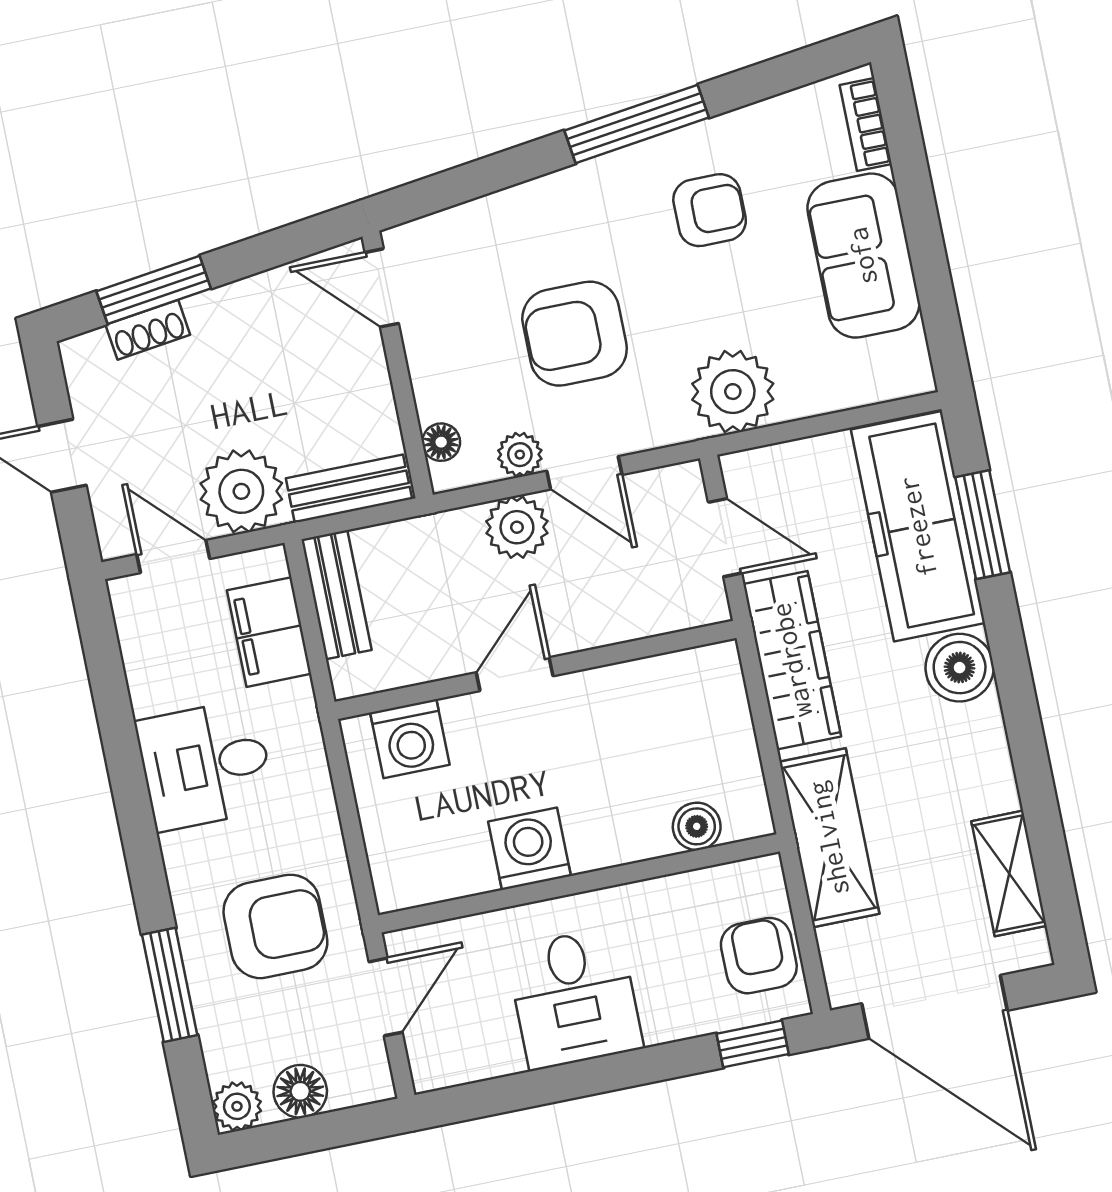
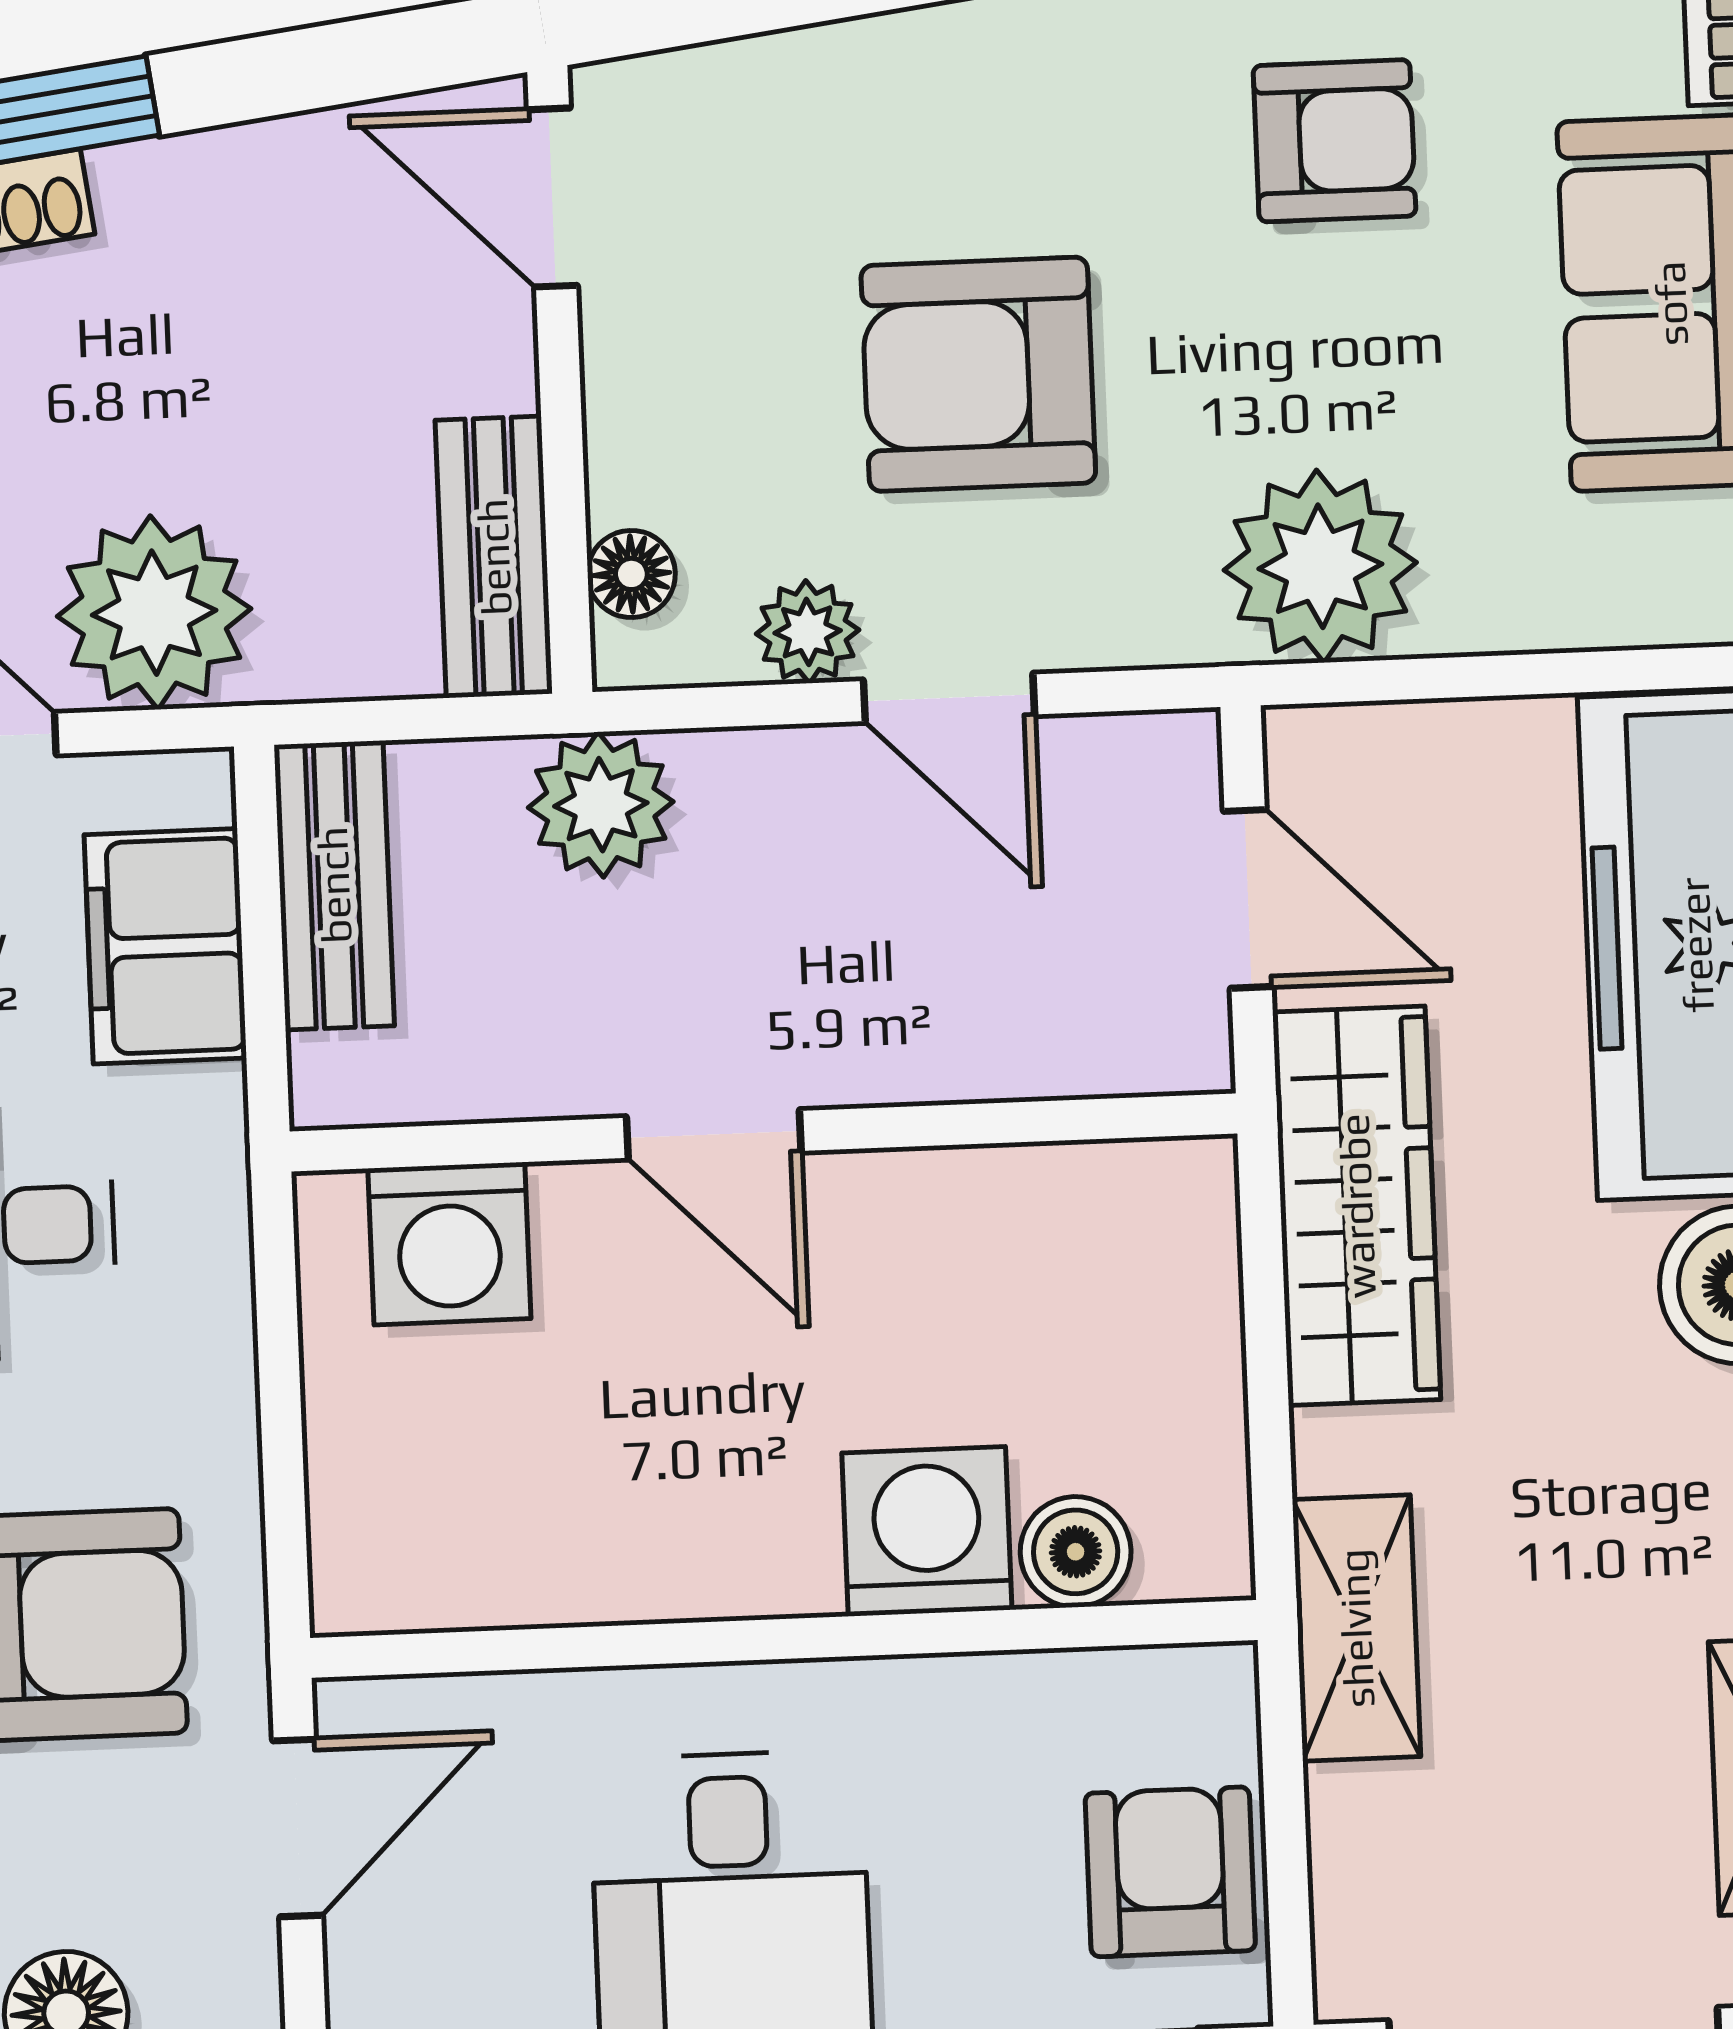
bench: (349, 489) -> (494, 557), moved, turned 90
plant: (517, 527) -> (601, 805), moved
door: (515, 674) -> (714, 1134), swing flipped
shelving: (829, 838) -> (1356, 1628), width x0.67, depth x0.75
washing machine: (530, 849) -> (927, 1531), moved

